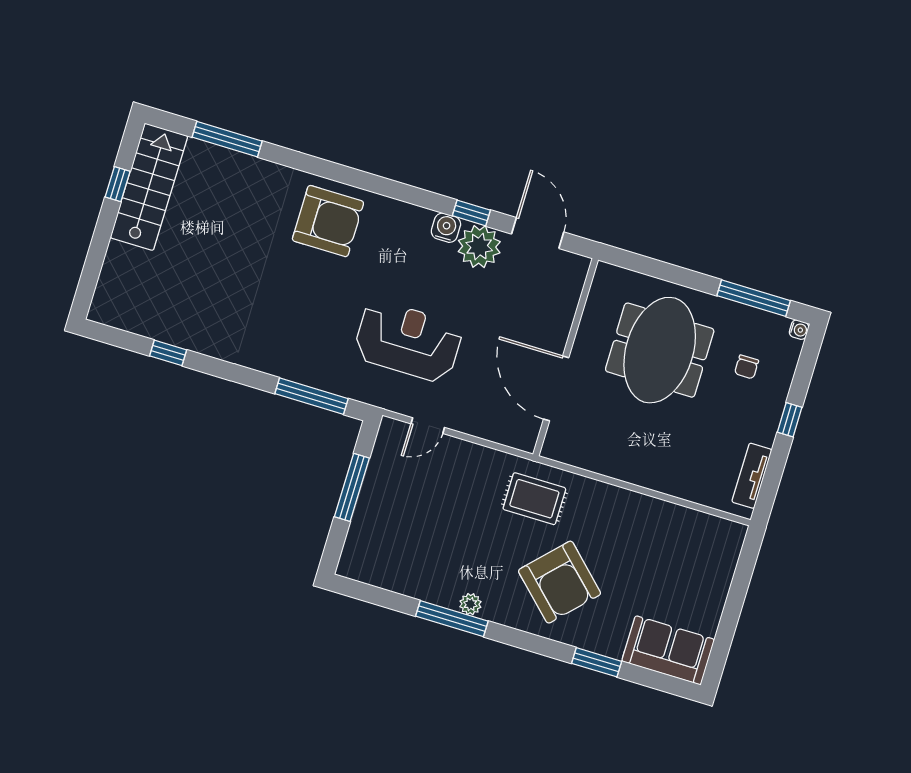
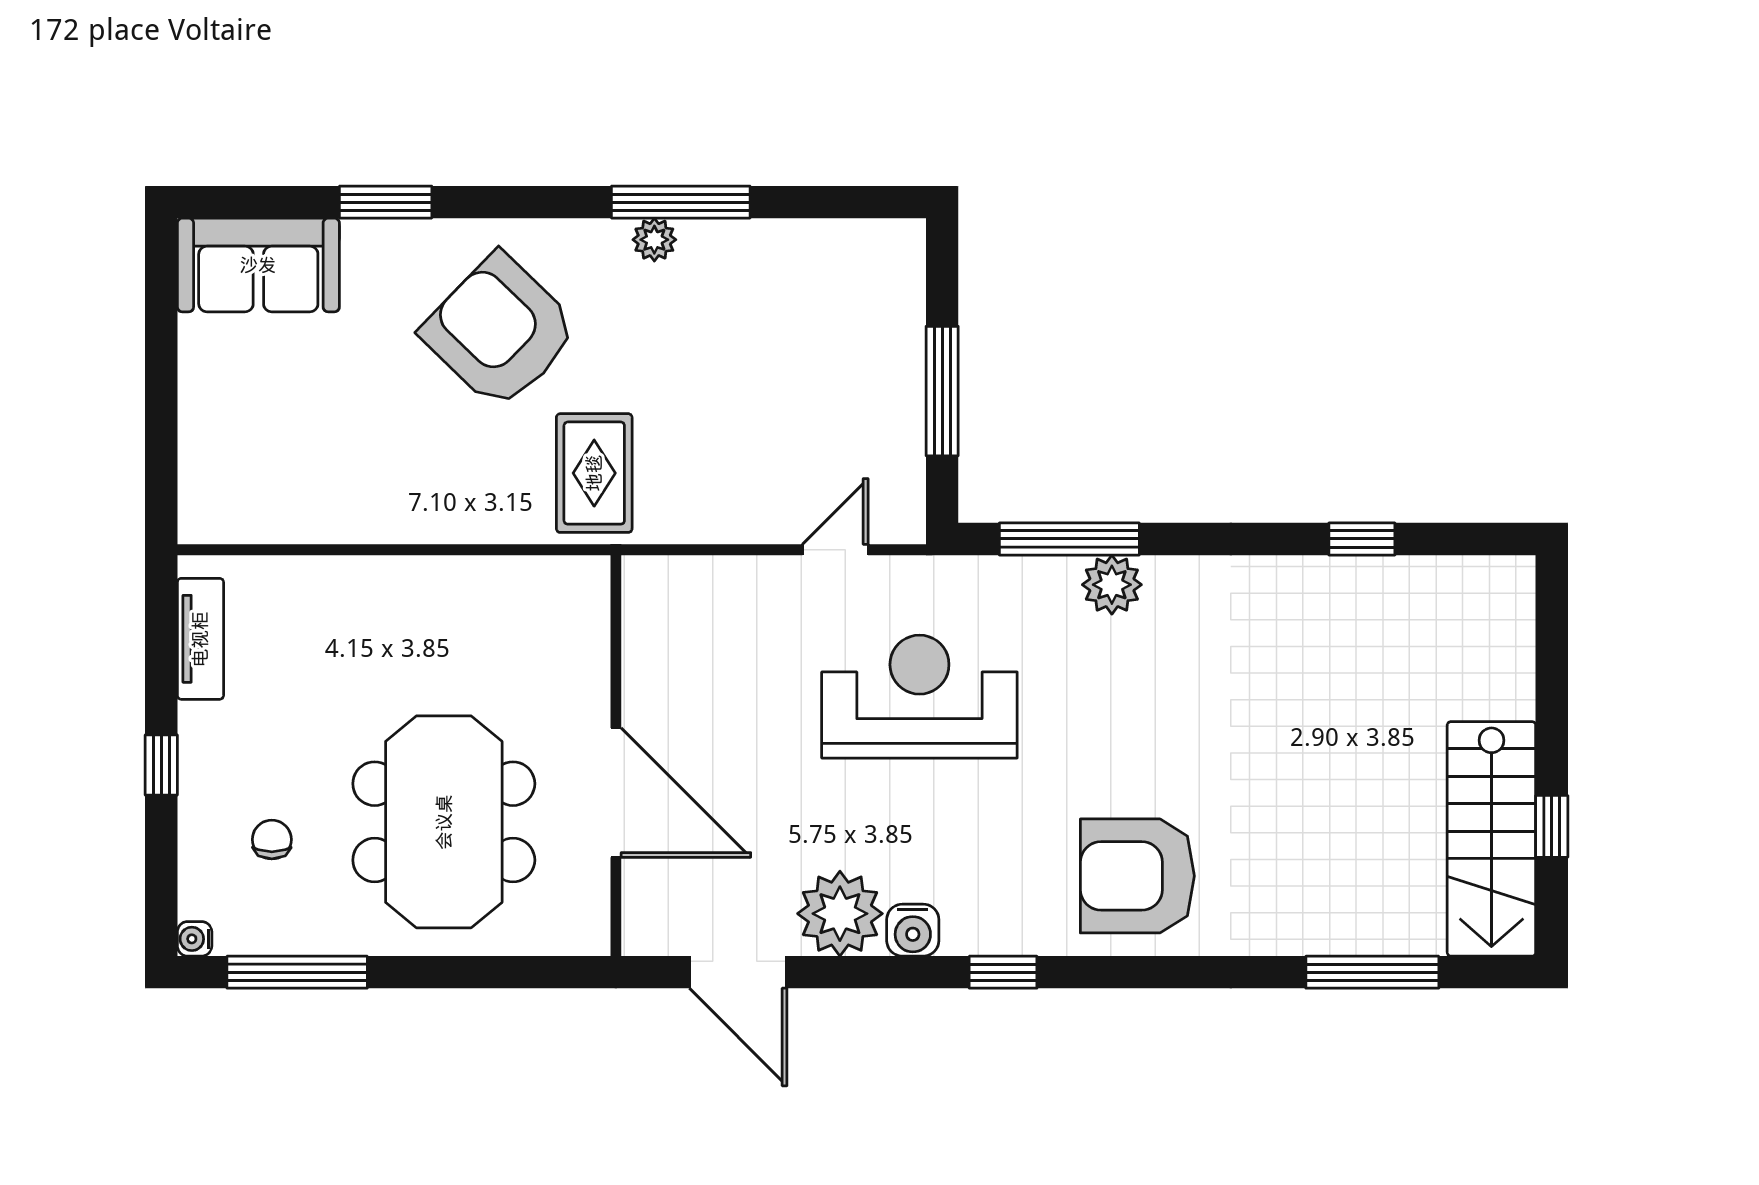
window: (471, 213) -> (1003, 972), moved
reception desk: (408, 341) -> (919, 697), turned 180
plant: (297, 367) -> (1112, 585), added
door: (556, 388) -> (616, 793), moved
rug: (534, 499) -> (594, 473), turned 90

